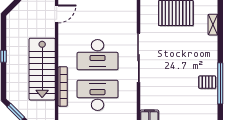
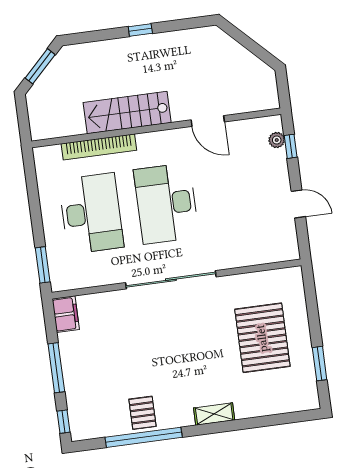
door: (57, 14) -> (208, 121), moved
shelving: (213, 25) -> (214, 414), moved
stairs: (42, 69) -> (127, 113), width x0.73, depth x0.66

